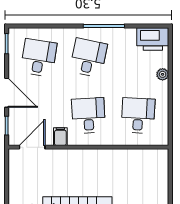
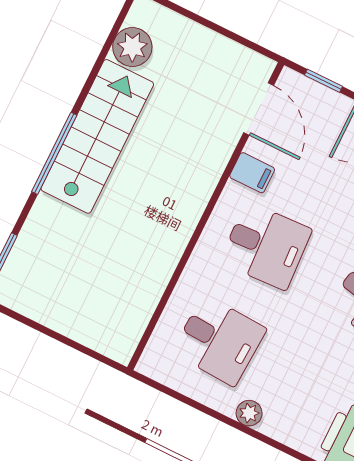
plant: (163, 74) -> (249, 413), moved

